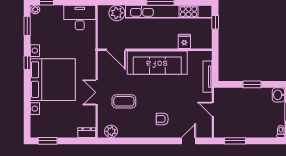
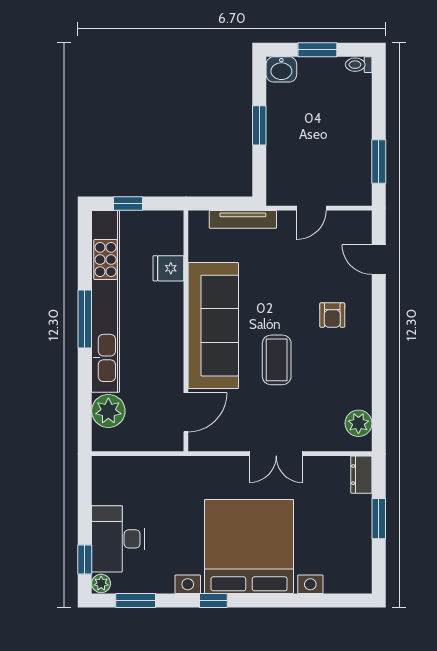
desk: (80, 18) -> (118, 539), moved
coffee table: (124, 101) -> (277, 360), moved
window: (48, 141) -> (379, 519), moved

